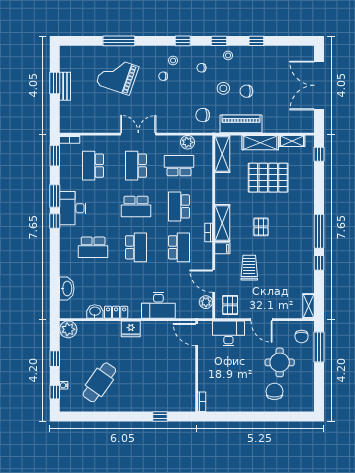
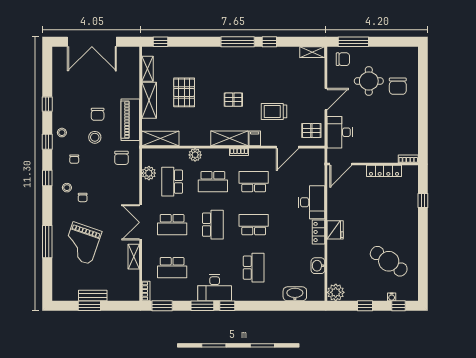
shelving: (104, 127) -> (134, 257), added
pallet: (268, 178) -> (184, 92), width x0.73, depth x0.71
plant: (206, 302) -> (195, 155), moved
locker: (116, 312) -> (319, 232), moved
locker: (190, 378) -> (384, 171), added
chair: (274, 391) -> (398, 86), turned -90

